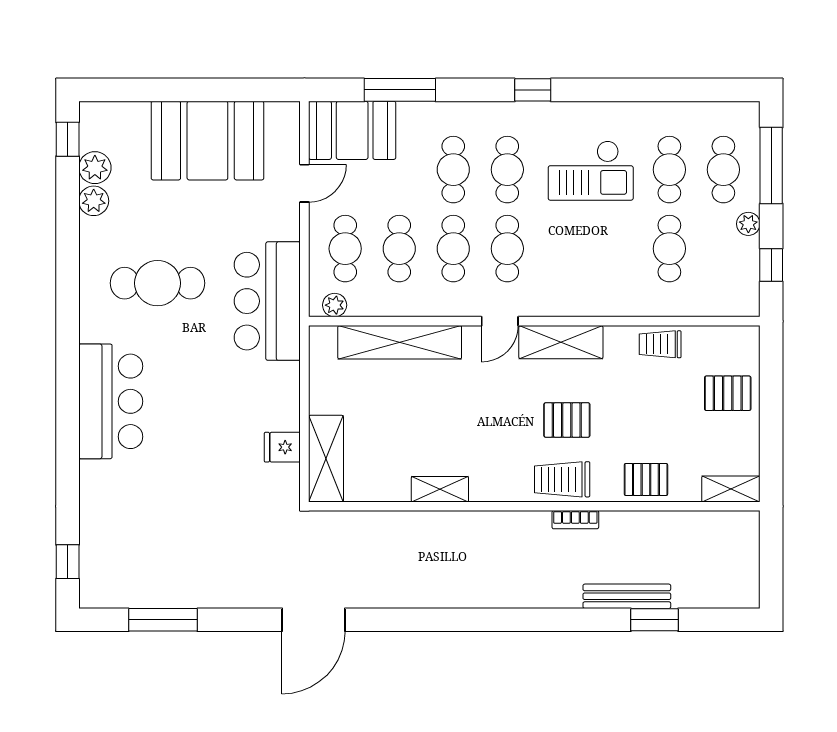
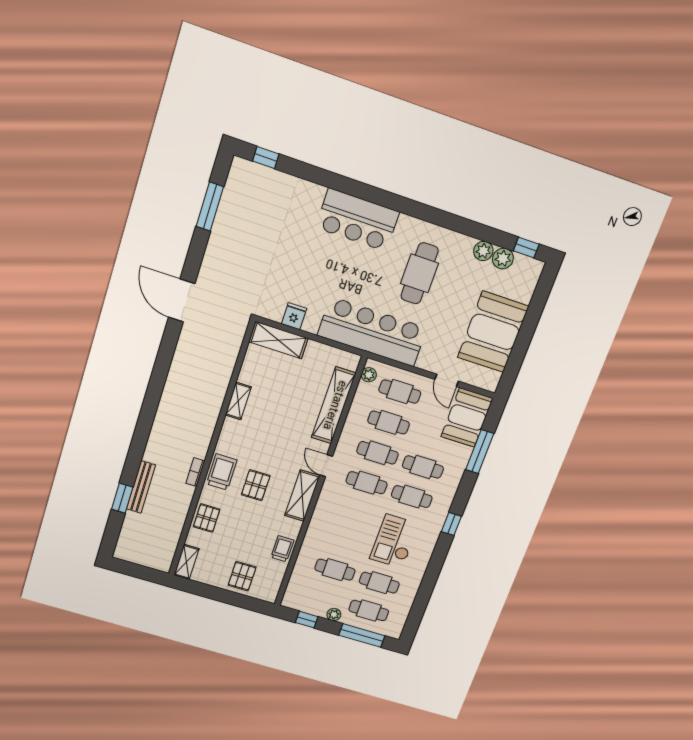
bar counter: (267, 301) -> (372, 332), width x1.36

